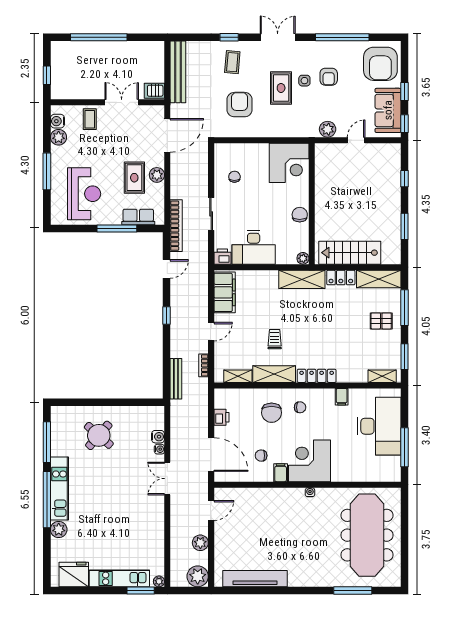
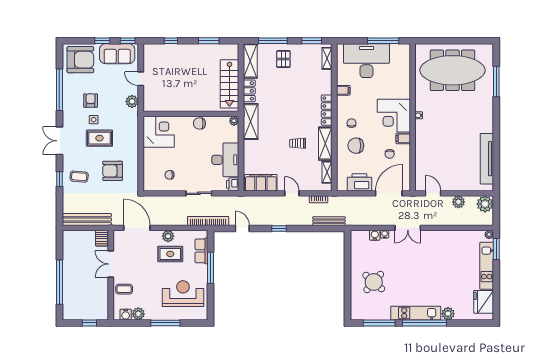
armchair: (329, 77) -> (91, 101), turned -90
chair: (272, 413) -> (356, 146), turned 180
printer: (221, 417) -> (359, 182), width x1.87, depth x1.48

